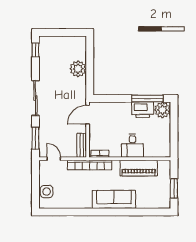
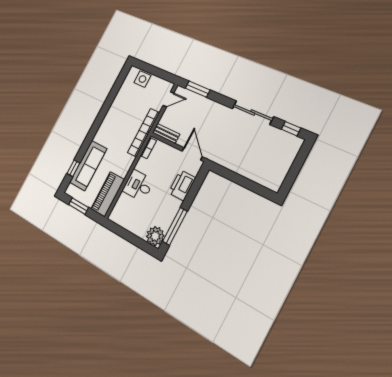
plant: (78, 69) -> (245, 167), removed
sliding door: (35, 98) -> (253, 112), moved
printer: (143, 110) -> (182, 185), moved
piano: (139, 168) -> (108, 194), moved
sofa: (114, 199) -> (88, 166), moved
window: (147, 212) -> (73, 168), added

